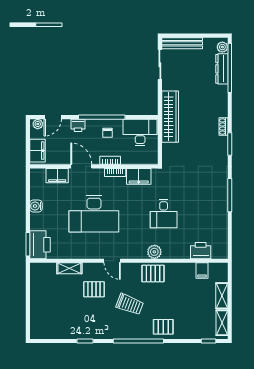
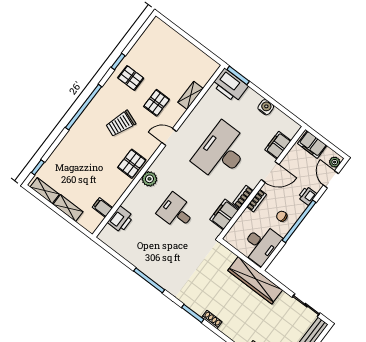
pallet: (163, 327) -> (131, 78), moved, turned 90

